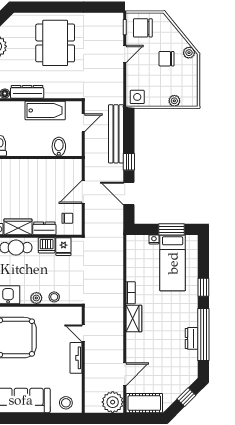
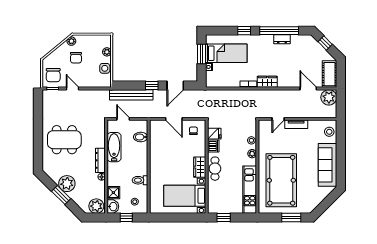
side table: (137, 97) -> (105, 68), moved
dresser: (44, 228) -> (201, 148), removed

